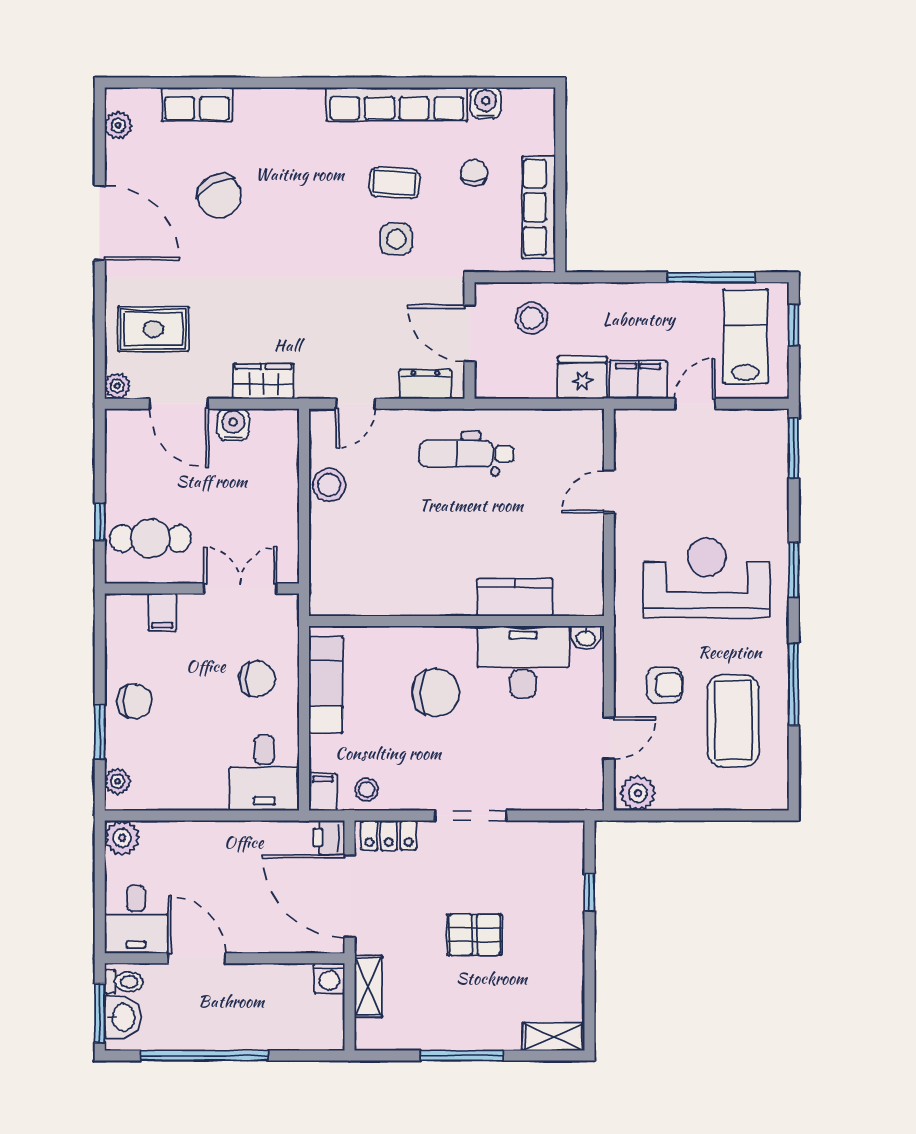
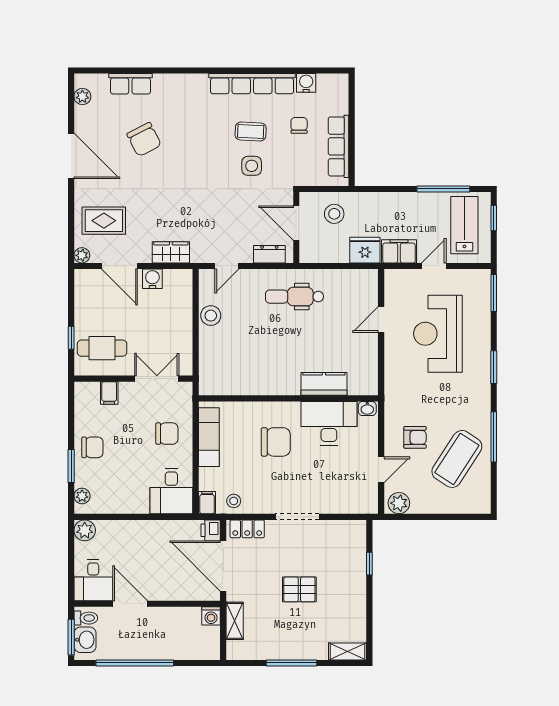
reception desk: (707, 578) -> (438, 334), moved, turned -90
coffee table: (733, 721) -> (457, 459), turned 33

